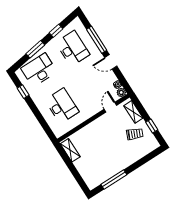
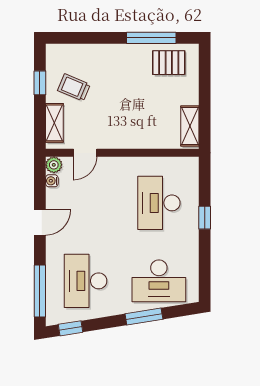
window: (56, 31) -> (70, 328), moved
window: (97, 40) -> (40, 291), moved
door: (111, 62) -> (40, 222), hinge flipped
window: (23, 92) -> (205, 218), moved
pallet: (99, 173) -> (169, 63), added

